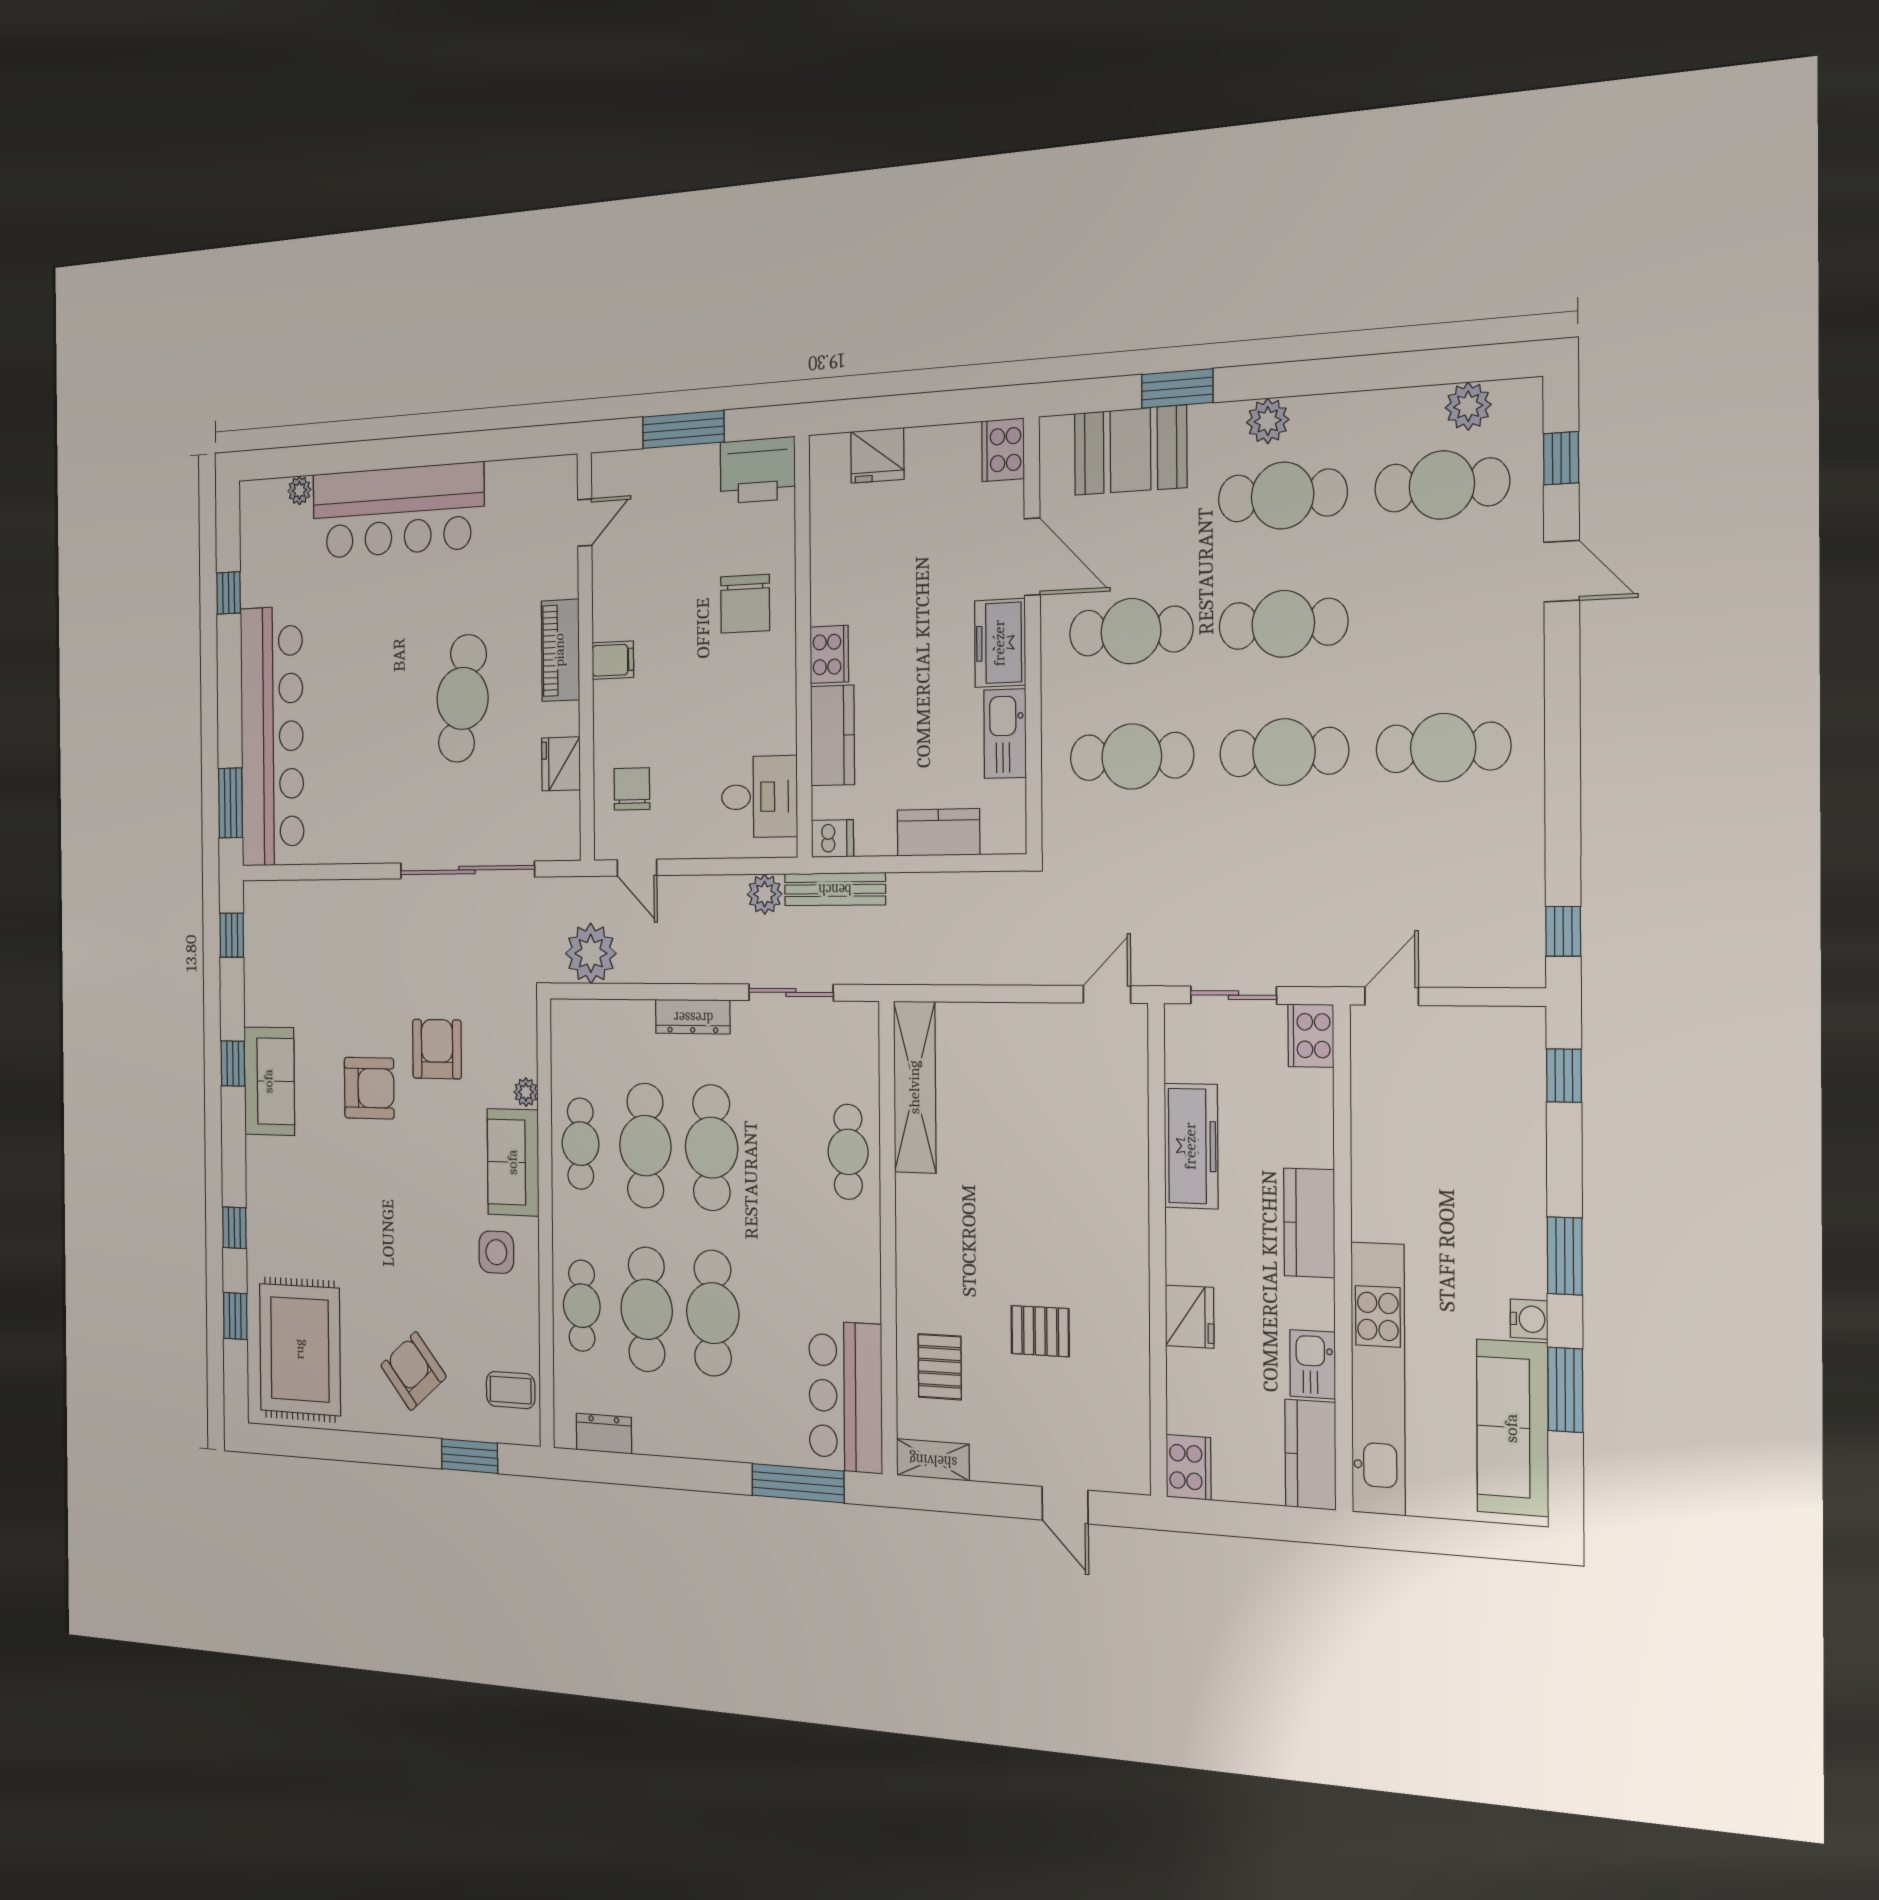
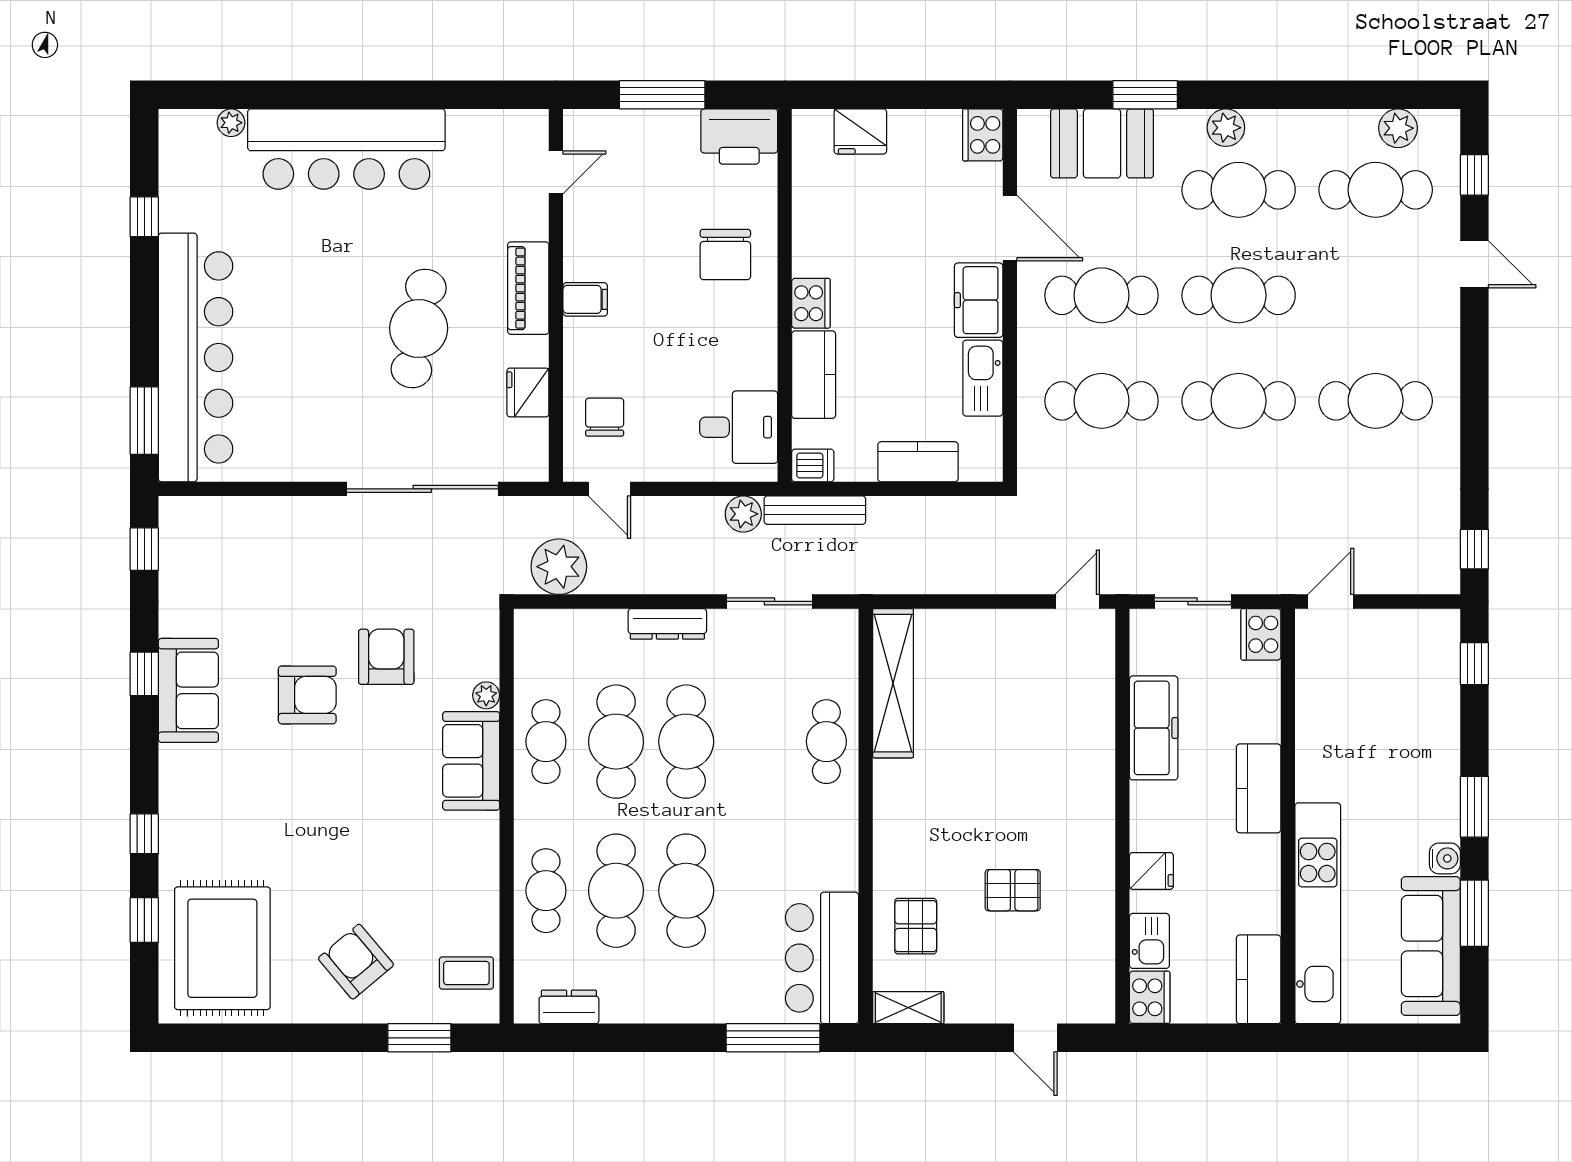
side table: (496, 1252) -> (452, 845), removed
fridge: (1190, 1317) -> (1151, 871), width x0.72
kitchen sink: (1313, 1364) -> (1149, 941), moved, turned 180

